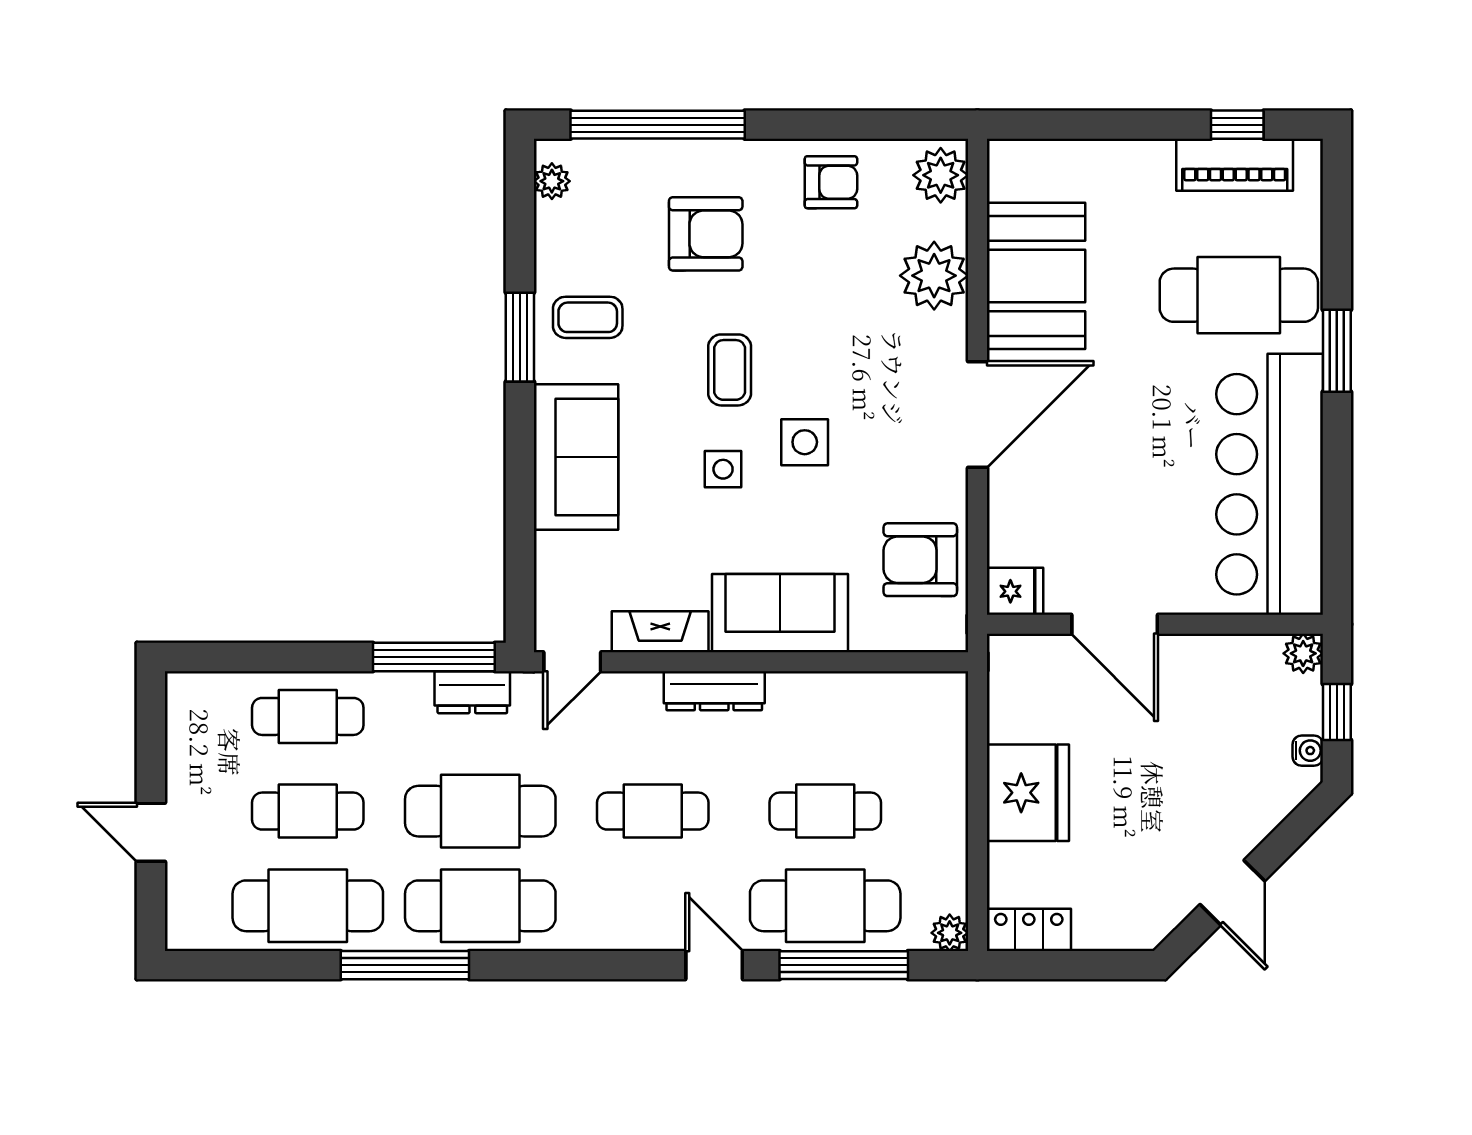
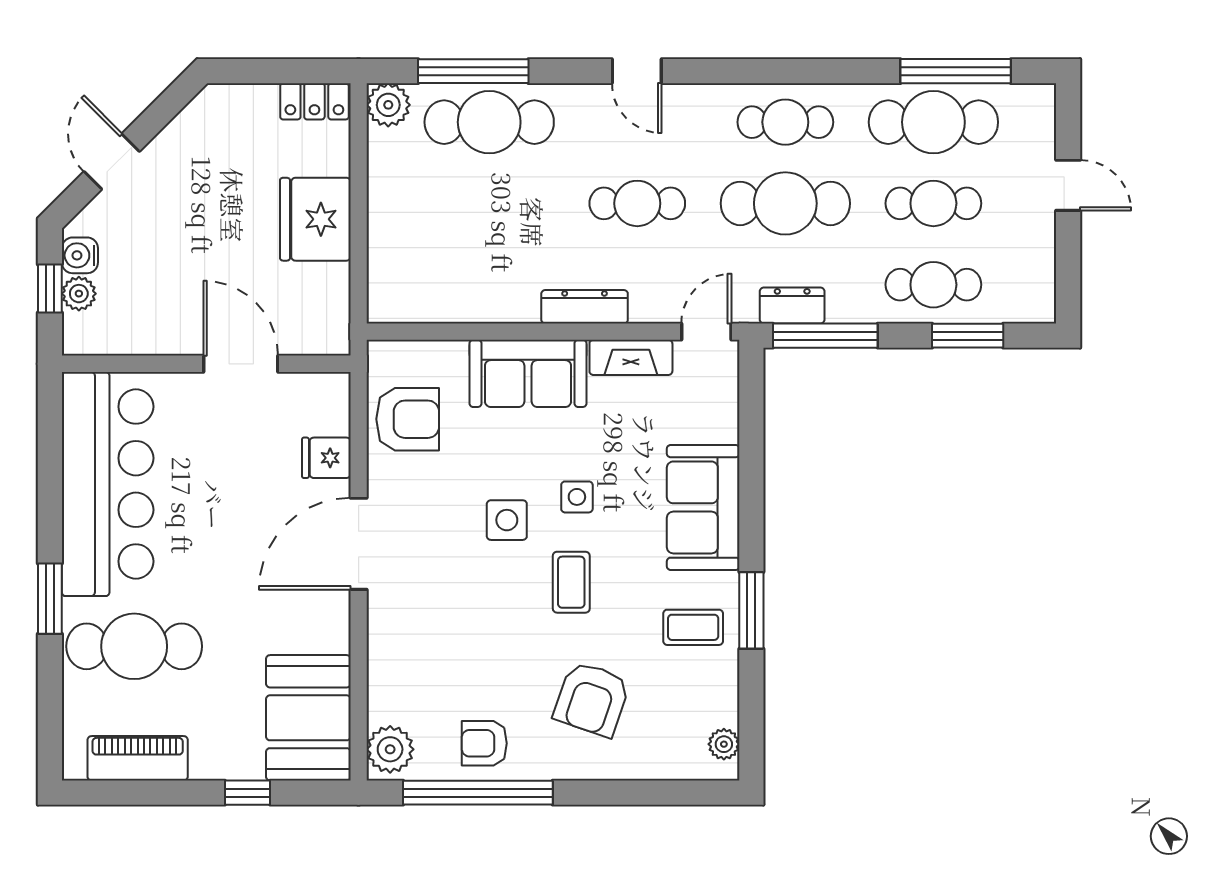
window: (658, 125) -> (478, 793), moved
window: (1237, 125) -> (247, 793), moved
armchair: (706, 234) -> (592, 699), turned -71
plant: (934, 276) -> (396, 663), removed
booth: (1036, 276) -> (308, 718), moved
fridge: (1015, 591) -> (326, 458), moved
plant: (1303, 653) -> (79, 294), moved
window: (268, 657) -> (968, 336), added
water cooler: (1308, 751) -> (80, 255), width x1.38, depth x1.38
cafe table: (825, 811) -> (489, 203), removed
door: (1232, 893) -> (112, 161), moved
cafe table: (480, 906) -> (785, 122), width x0.73, depth x0.74
plant: (950, 933) -> (388, 105), width x1.38, depth x1.38
window: (405, 965) -> (956, 71), moved
door: (714, 965) -> (637, 71), moved

